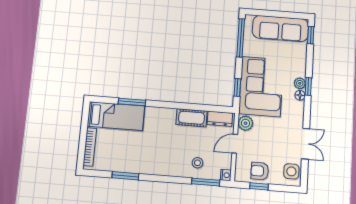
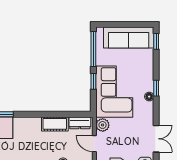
plant: (300, 83) -> (148, 86), removed
window: (237, 87) -> (93, 81), moved
door: (235, 144) -> (94, 144), hinge flipped

